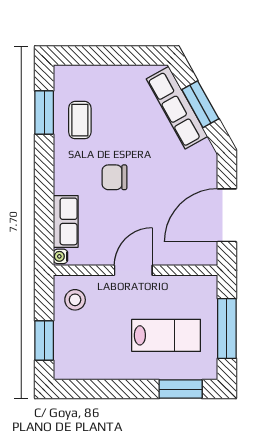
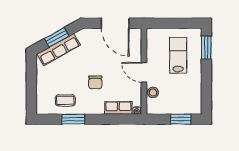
window: (44, 113) -> (73, 119), moved
stool: (75, 300) -> (153, 92), moved
window: (227, 328) -> (175, 23), removed

